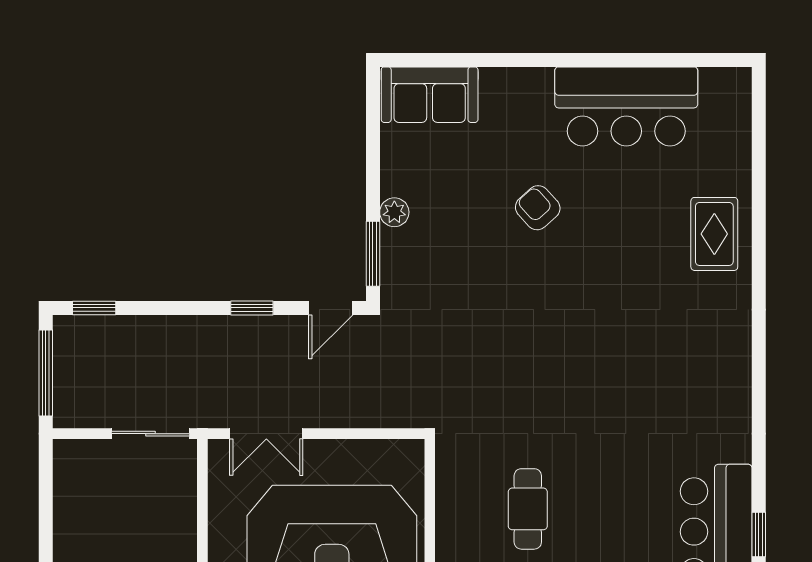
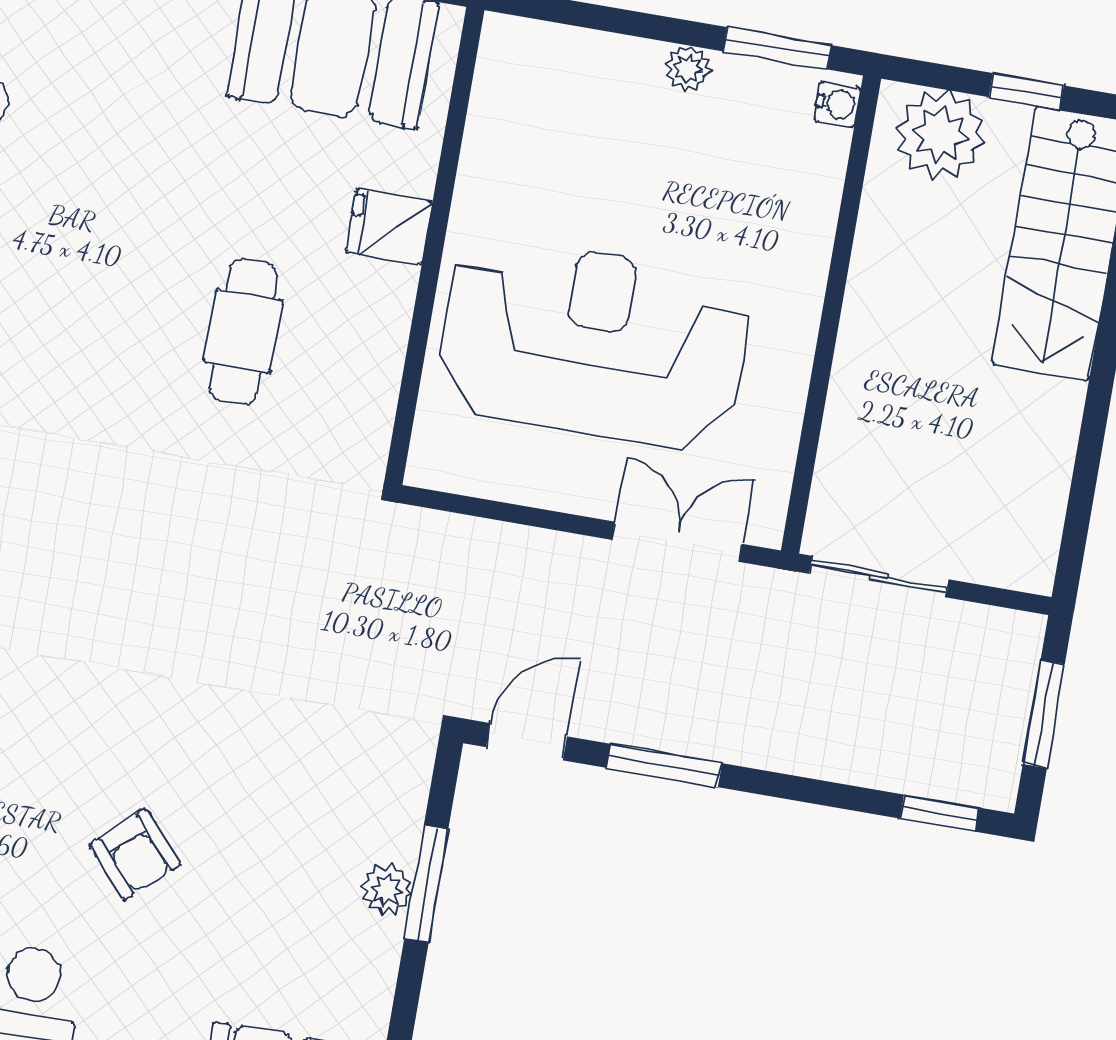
window: (373, 254) -> (426, 884), moved
window: (252, 308) -> (664, 766), width x1.50
window: (46, 373) -> (1044, 714), width x0.69

